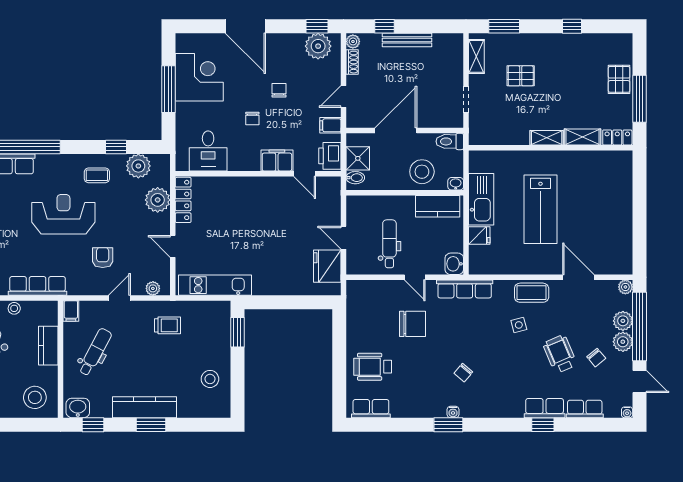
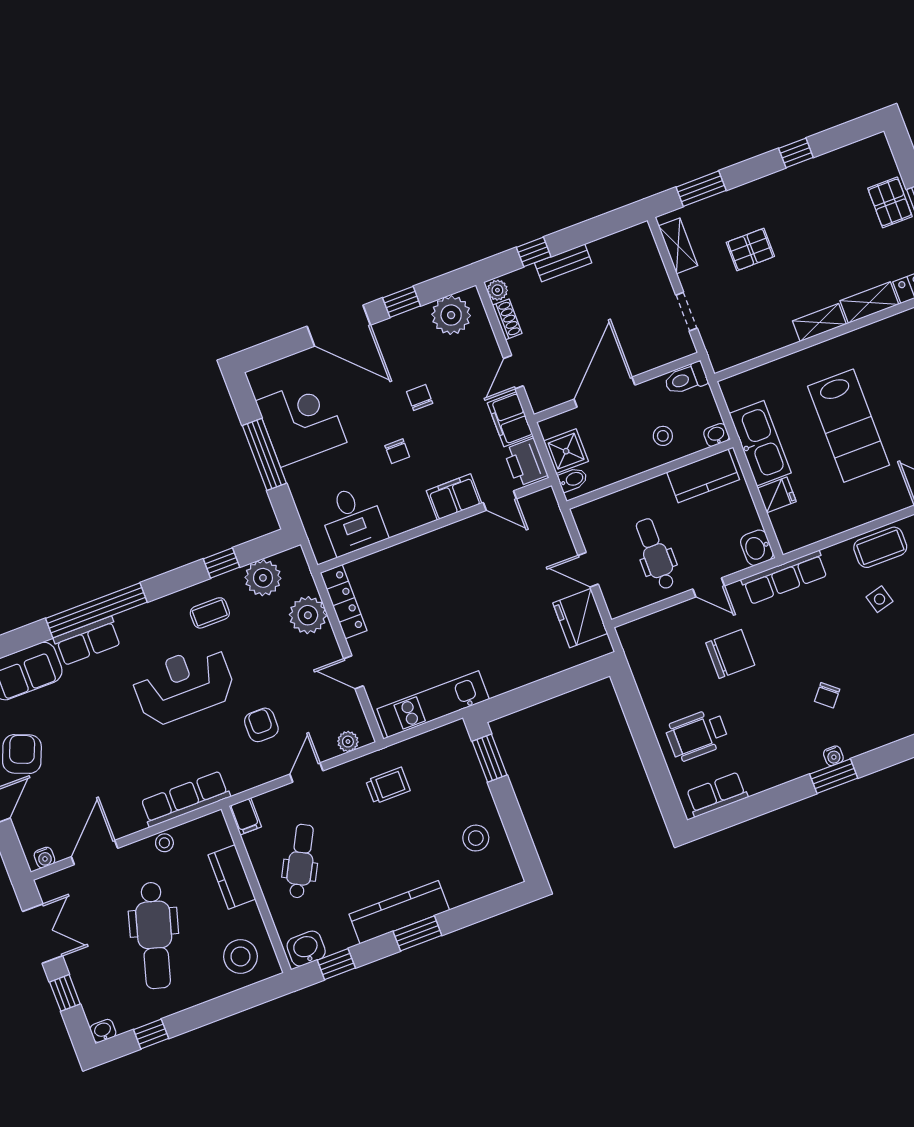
window: (317, 26) -> (402, 302), moved
bench: (407, 40) -> (563, 263), width x0.73
filing cabinet: (330, 125) -> (510, 419), width x2.00
stool: (422, 172) -> (663, 436), width x0.53, depth x0.53

